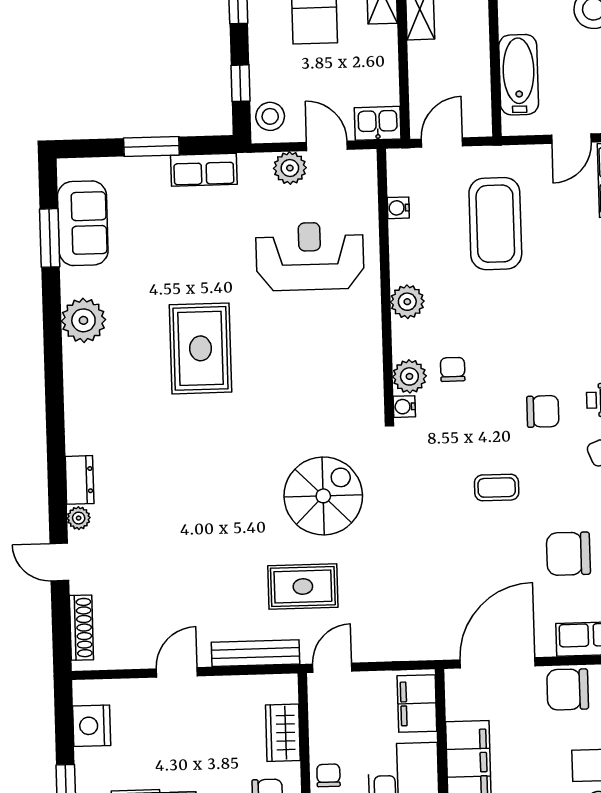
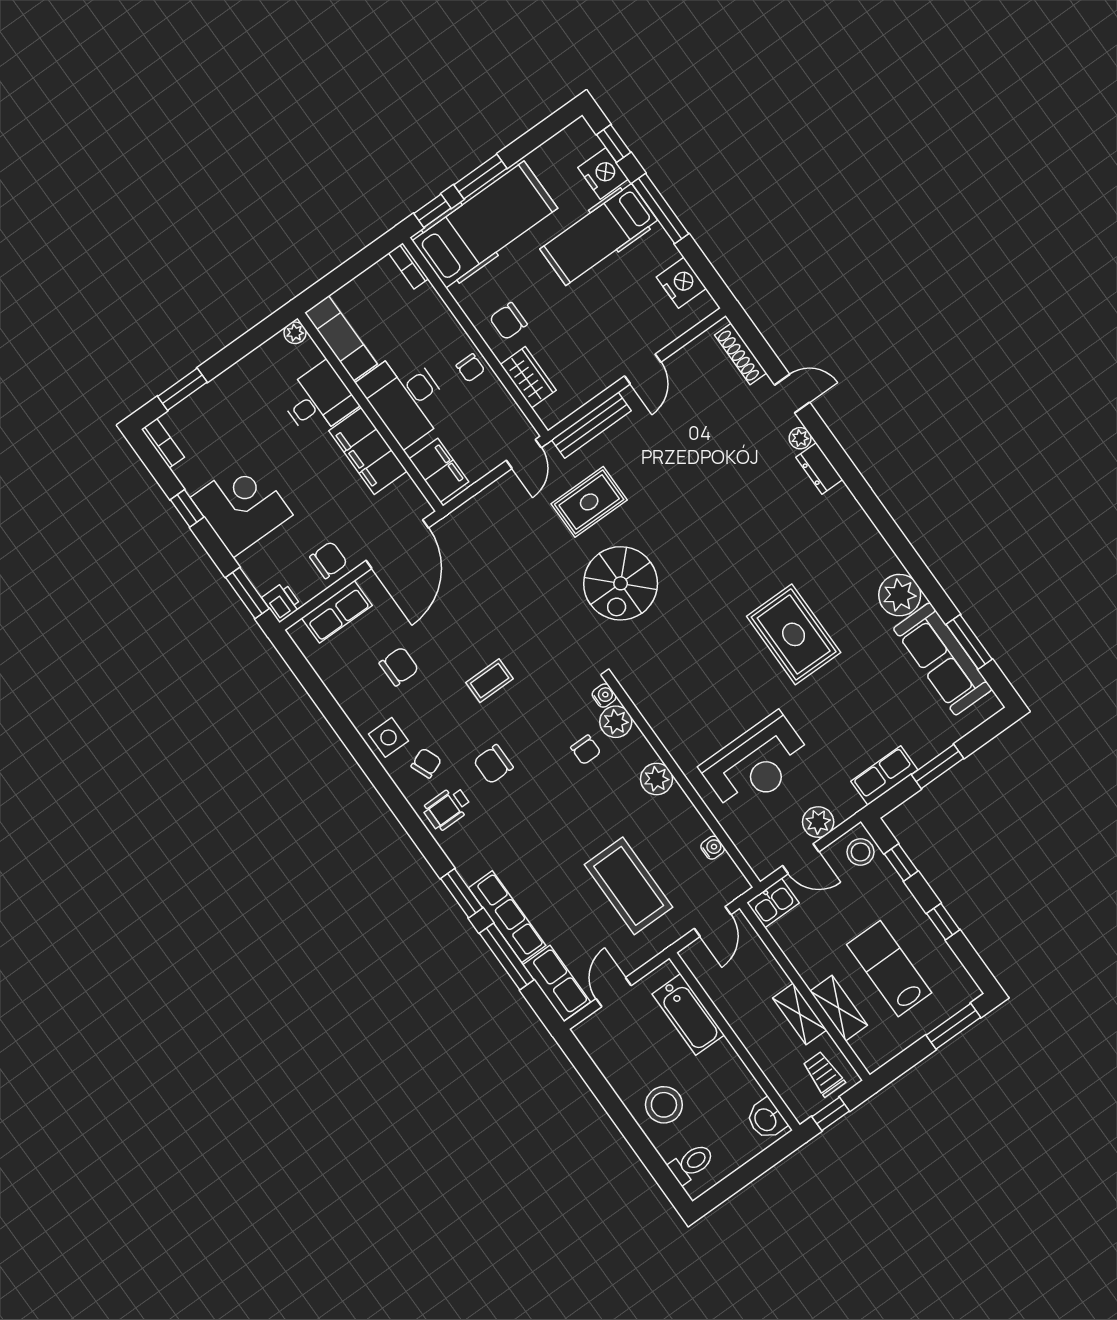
sofa: (83, 223) -> (943, 659), width x1.36
chair: (568, 554) -> (399, 666), width x0.73, depth x0.73
chair: (568, 689) -> (329, 560), width x0.73, depth x0.73

